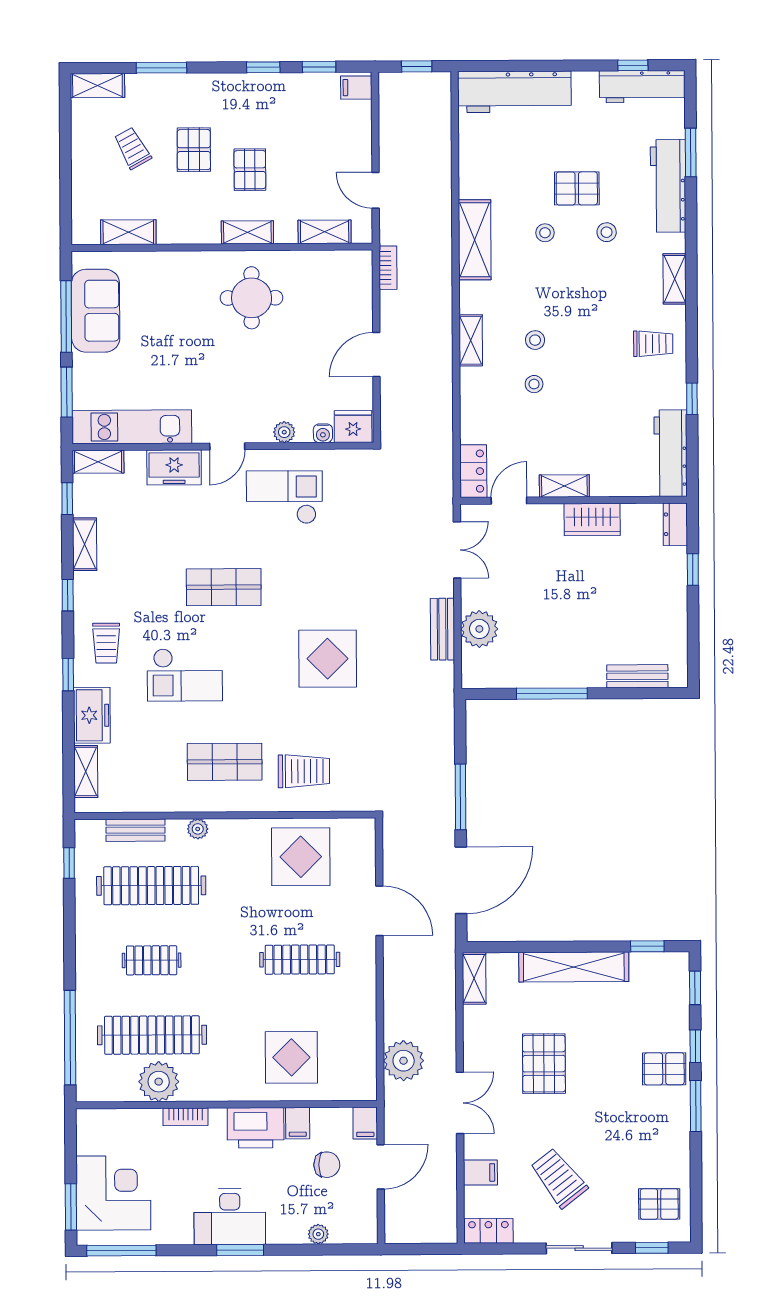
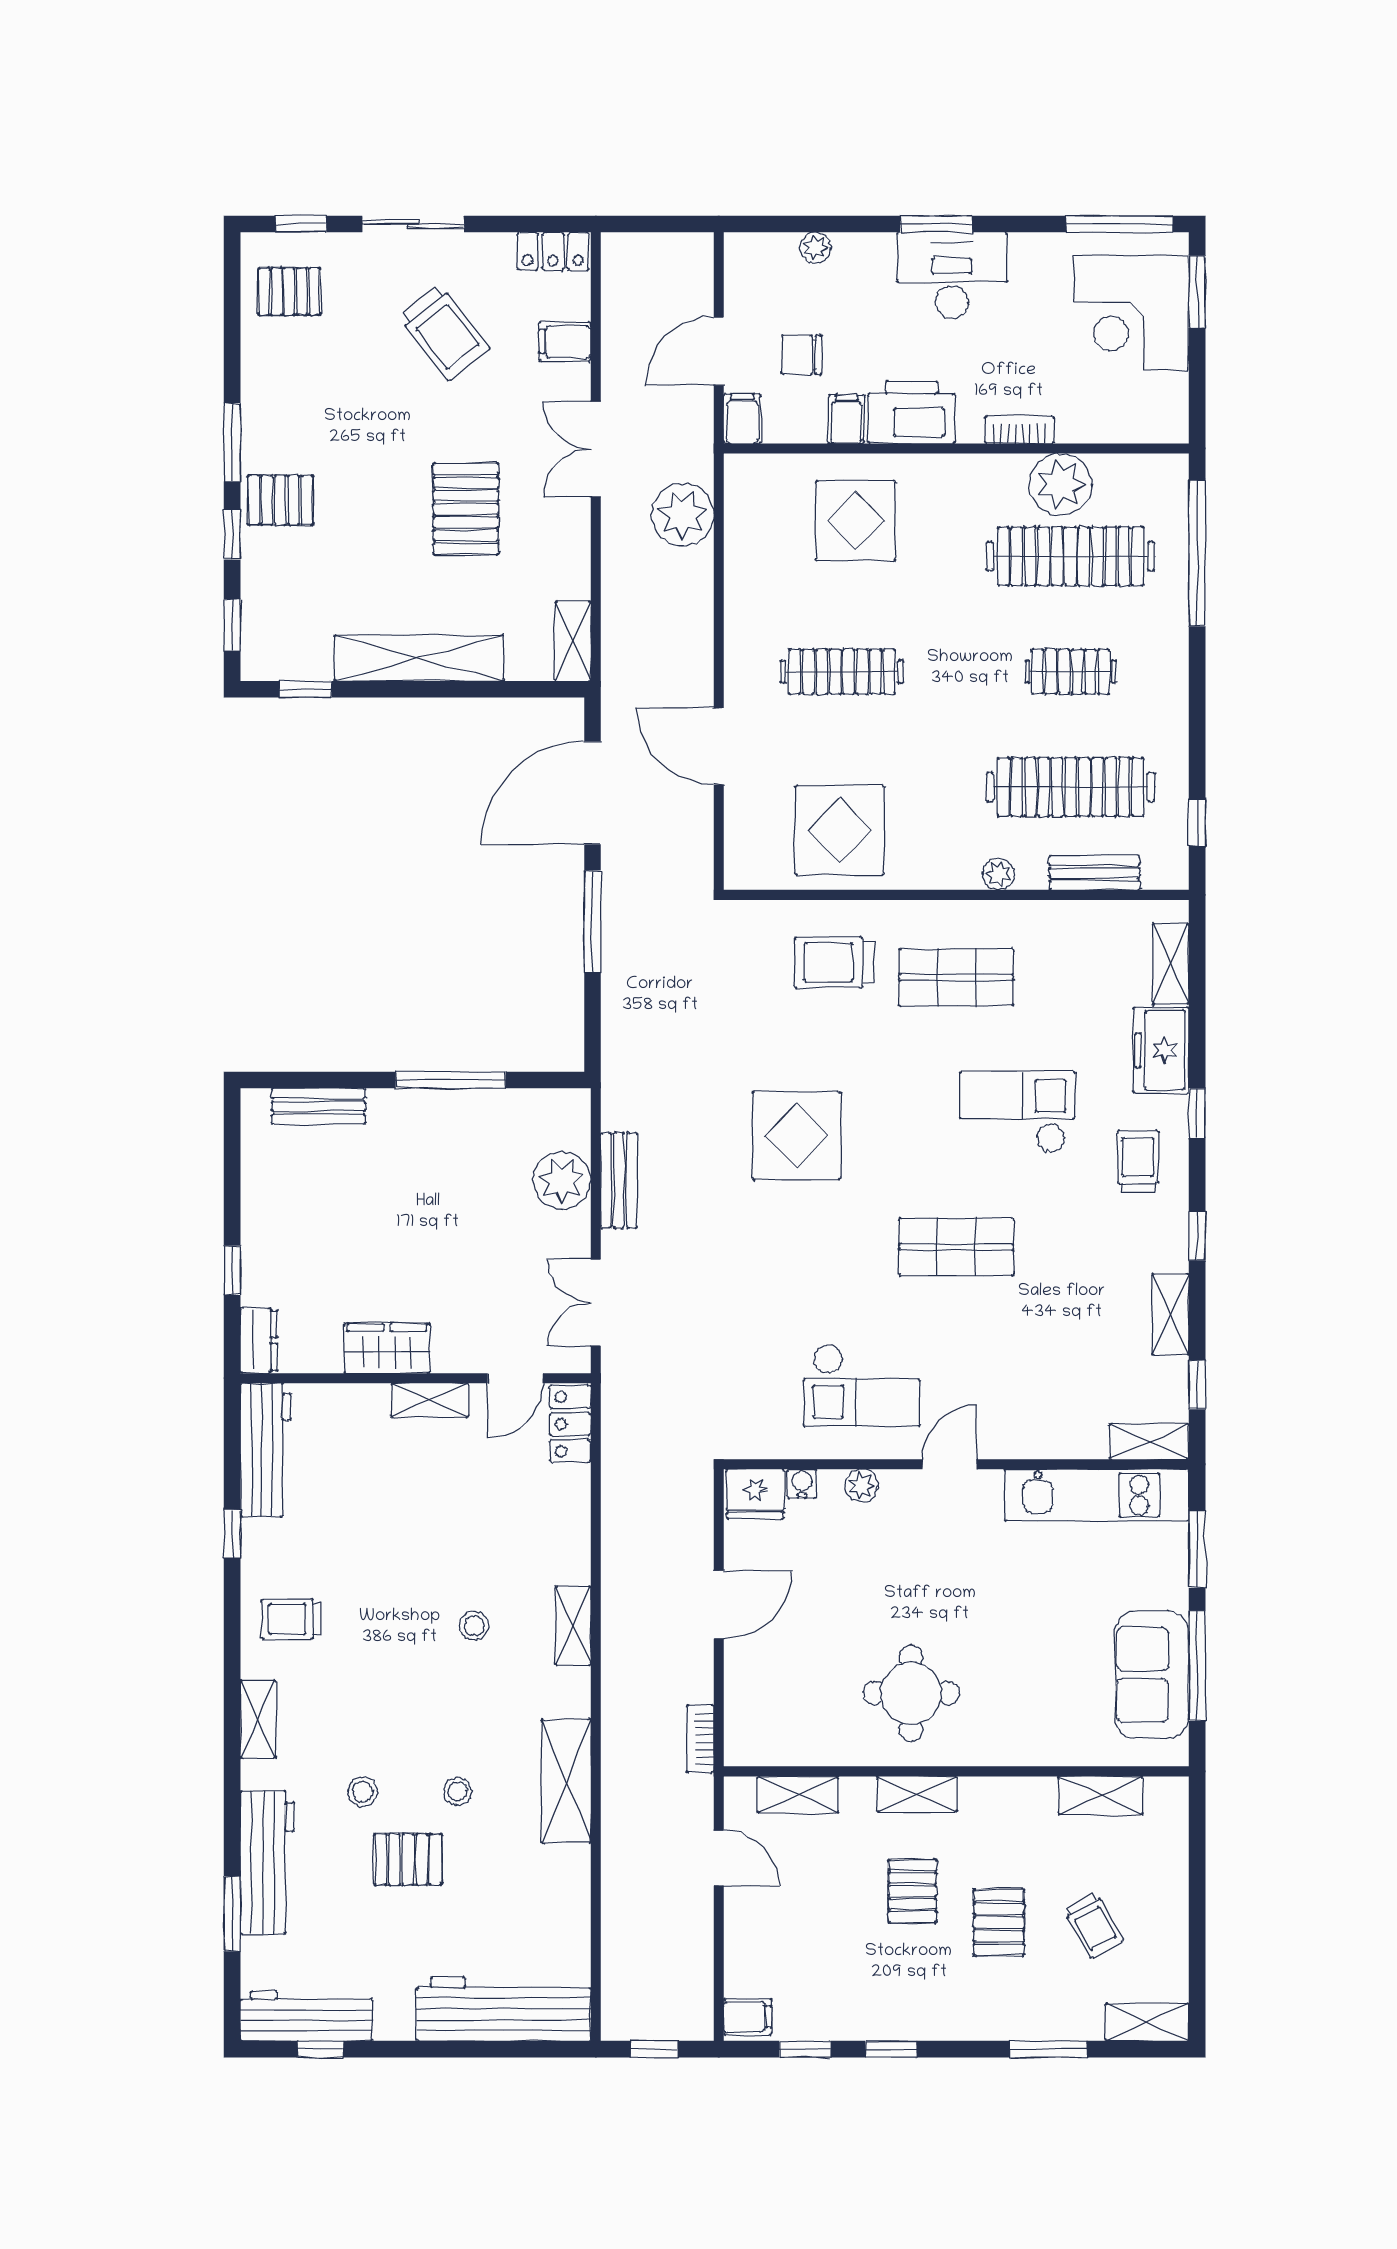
stool: (534, 384) -> (476, 1558), removed
freezer: (174, 467) -> (1032, 1432), removed

